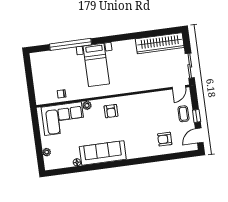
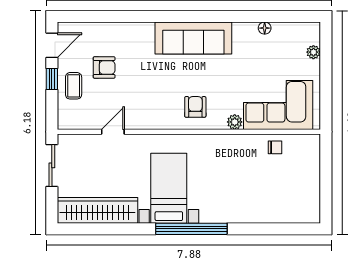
window: (70, 44) -> (191, 229), moved
bed with nightstands: (96, 65) -> (169, 188), moved
door: (179, 87) -> (113, 132), moved
armchair: (165, 139) -> (104, 67), moved
sofa: (103, 153) -> (193, 38), moved

